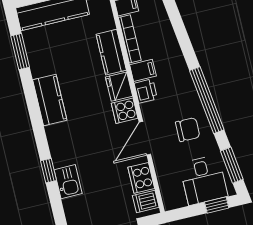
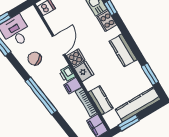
kitchen counter: (111, 52) -> (101, 100), moved
window: (207, 100) -> (41, 96), moved
chair: (188, 130) -> (35, 59), turned 56
cooker: (141, 178) -> (107, 21), moved, turned 180

